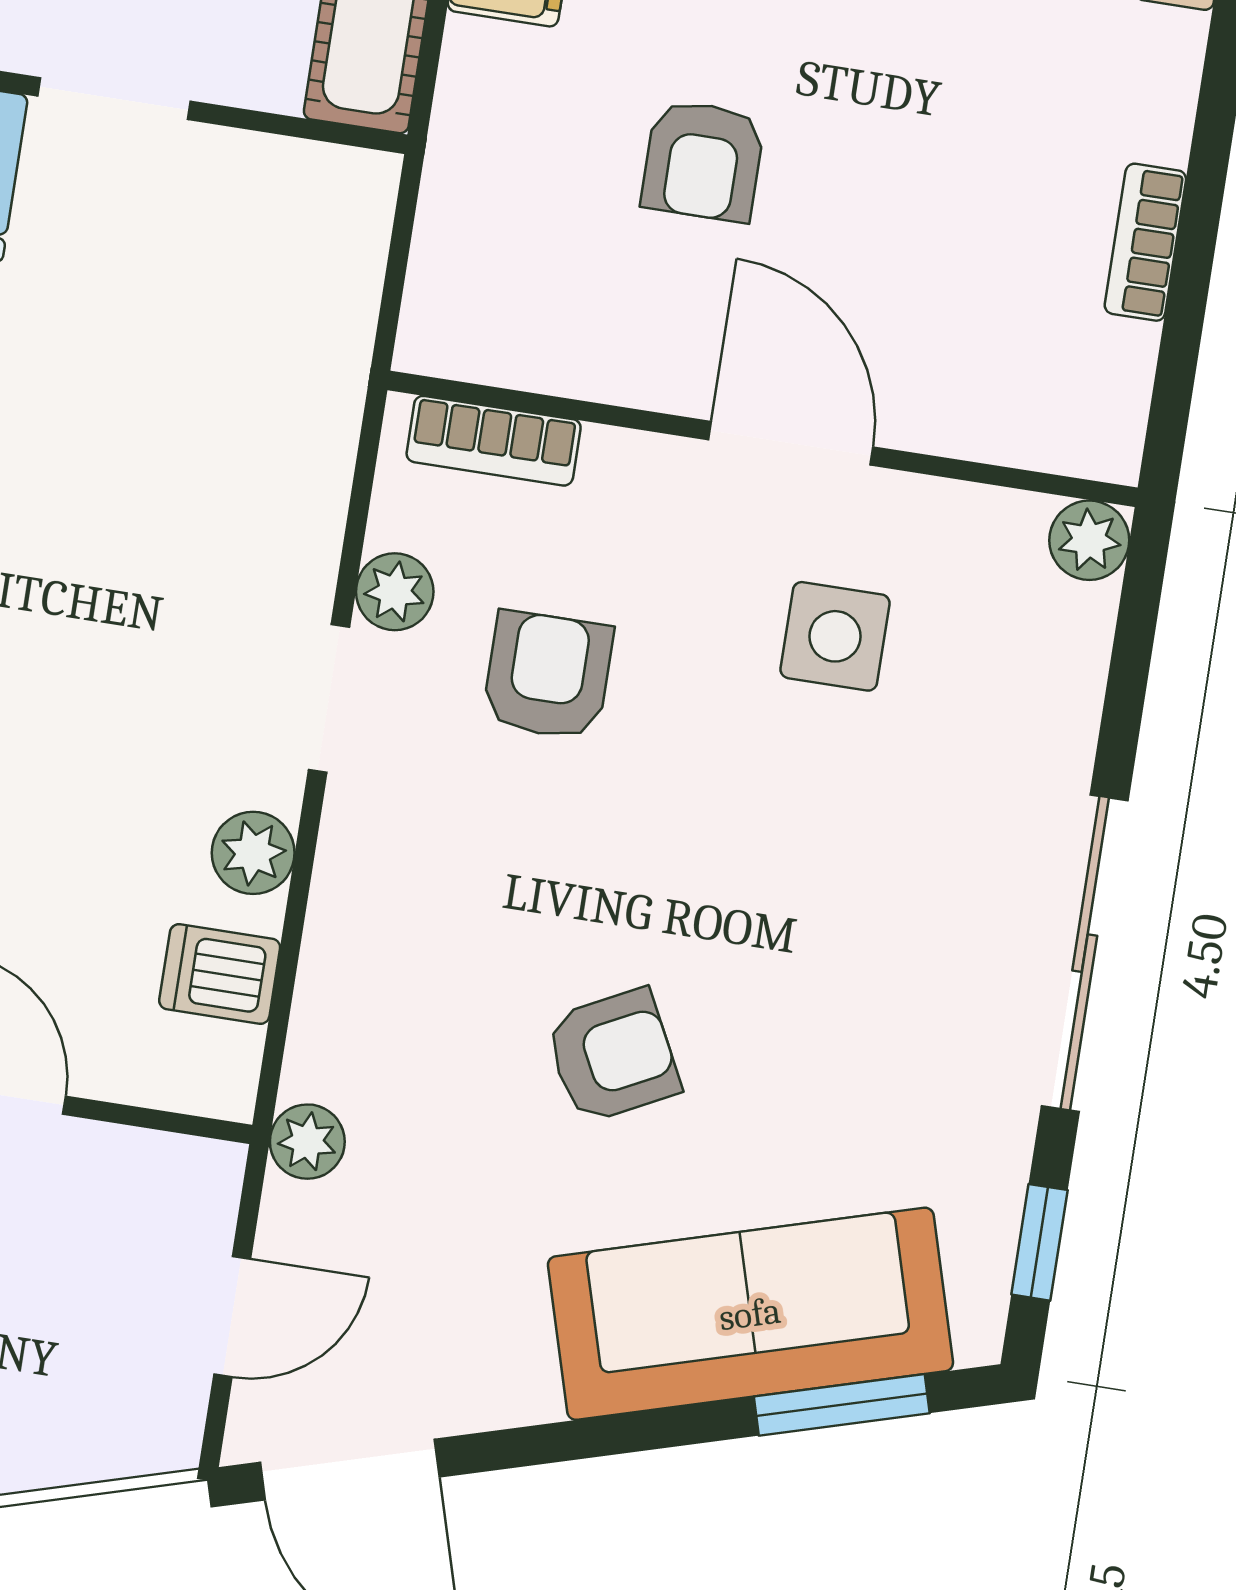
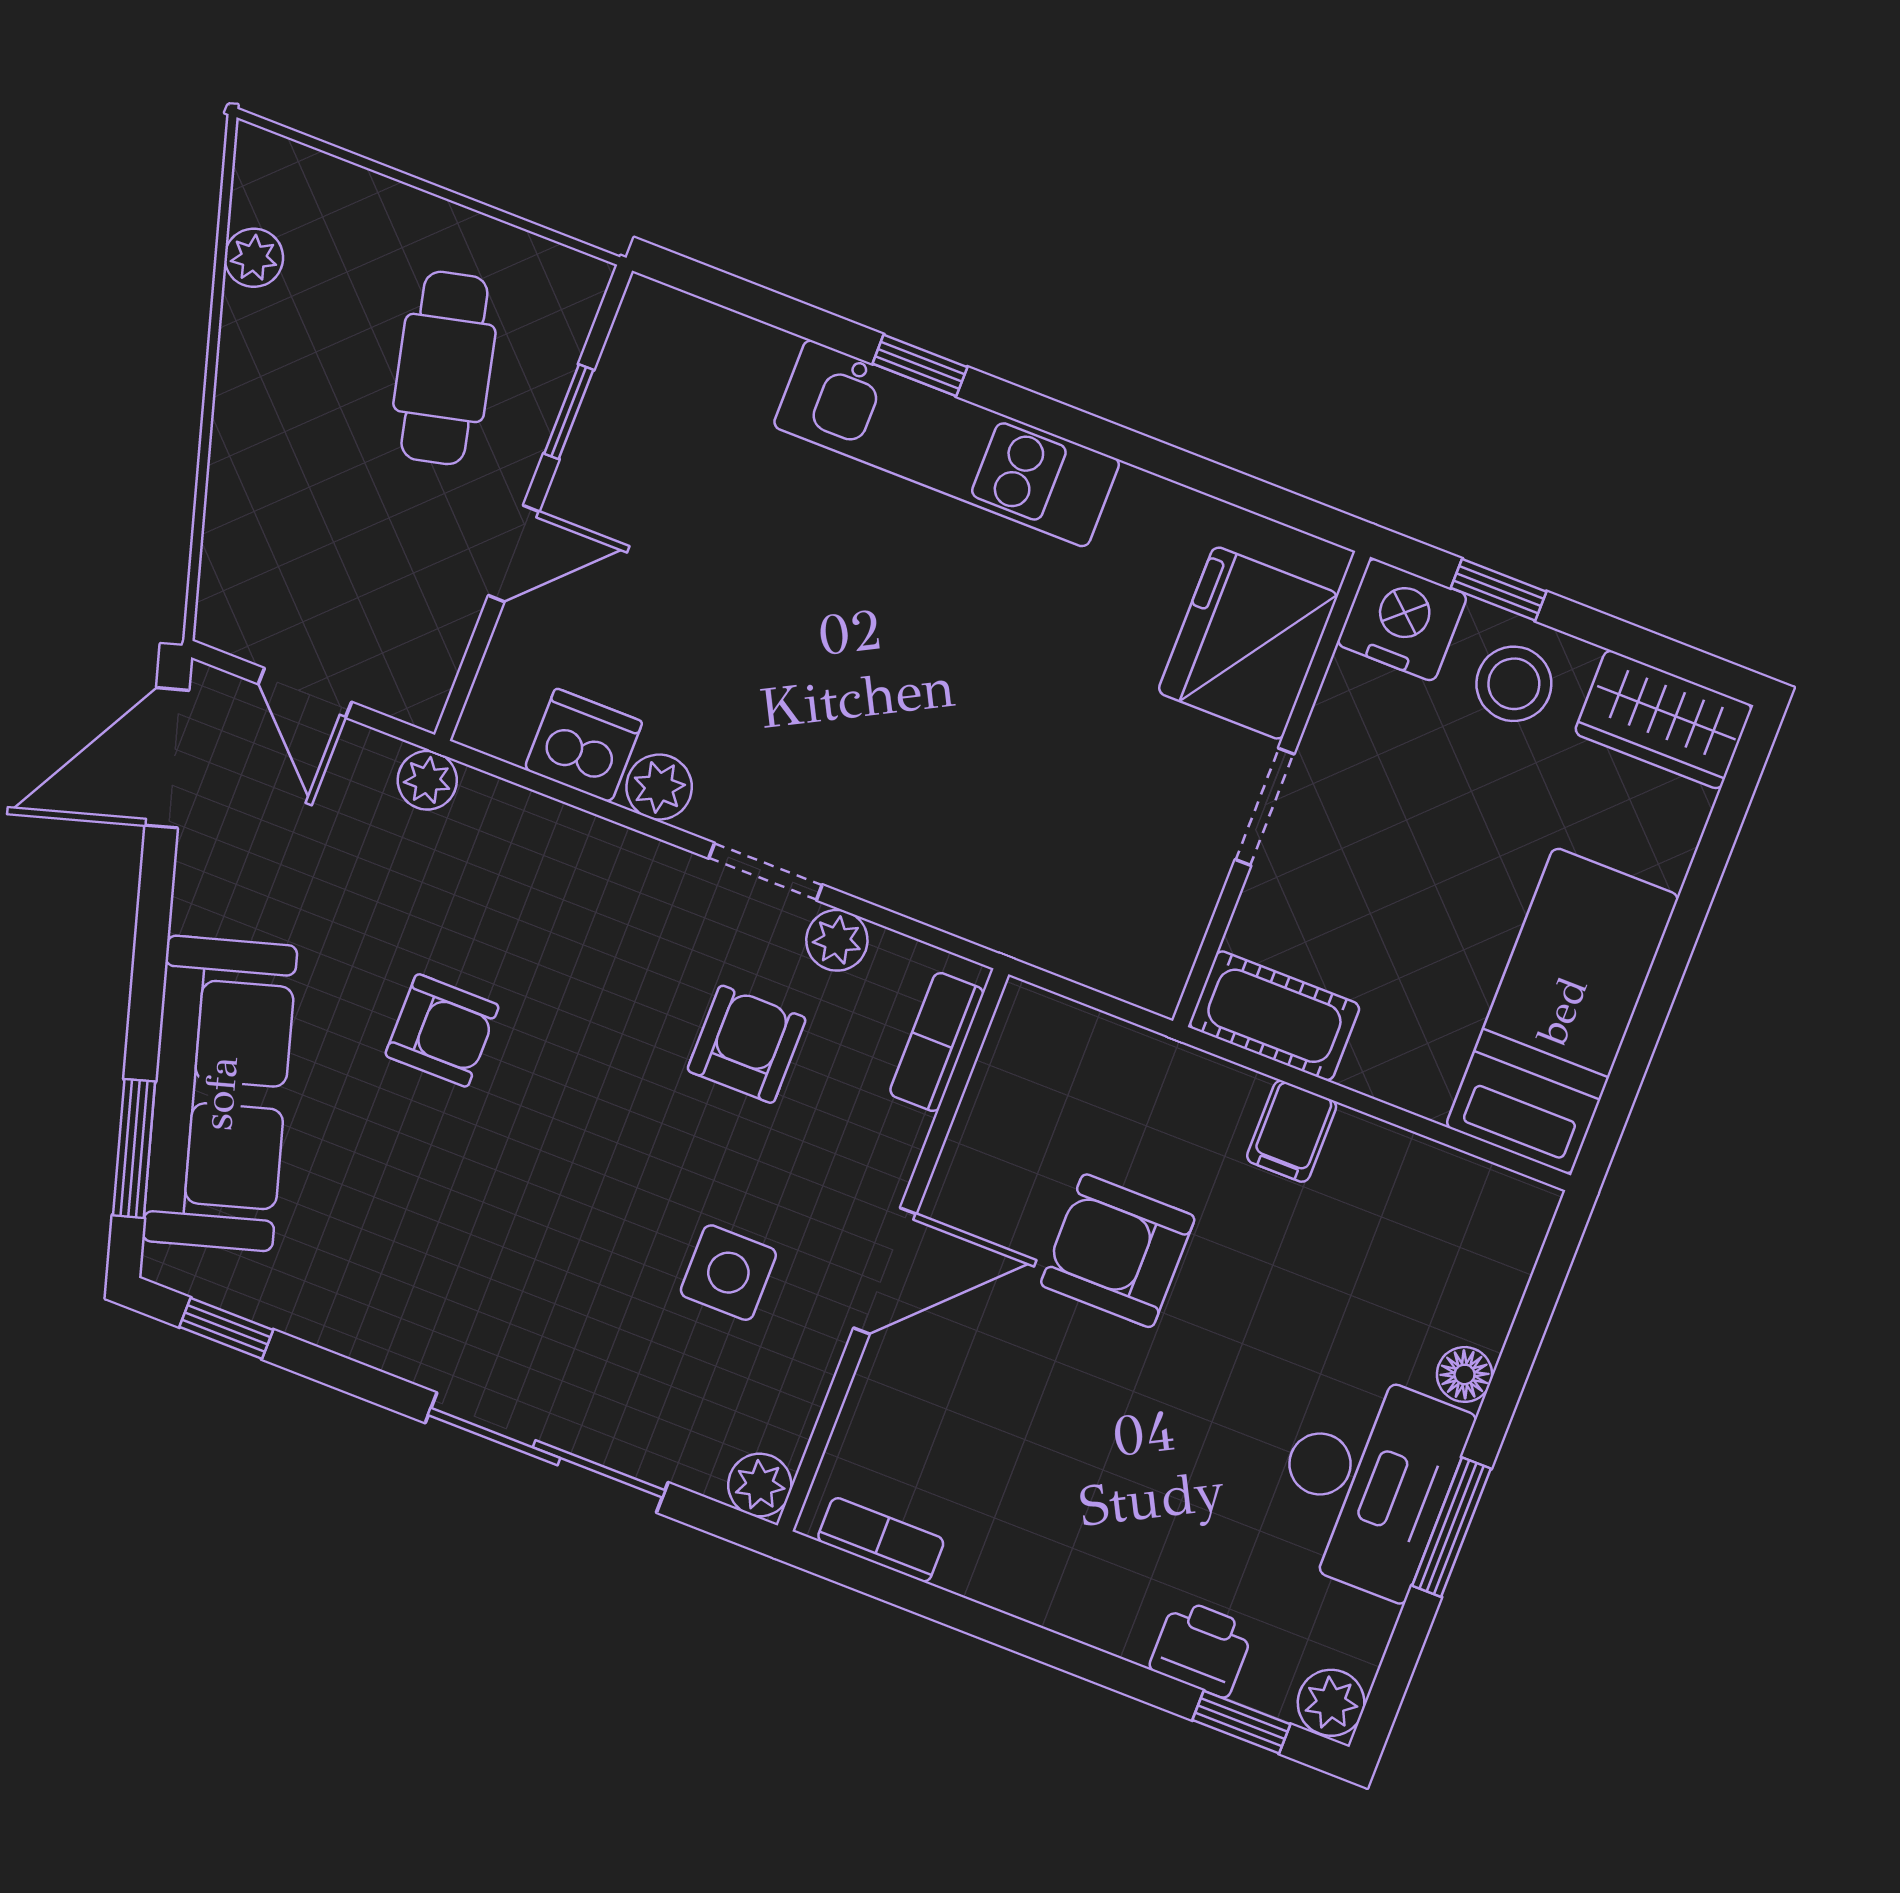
armchair: (703, 161) -> (1118, 1251), width x1.38, depth x1.38
bookcase: (1145, 242) -> (881, 1540), moved
armchair: (548, 675) -> (747, 1044), turned -90
sliding door: (1085, 953) -> (547, 1453), moved
dishwasher: (220, 974) -> (583, 745), width x1.38
armchair: (613, 1056) -> (442, 1030), turned -63

